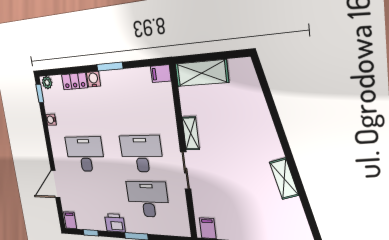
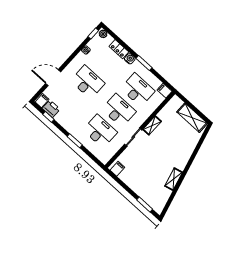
shelving: (202, 73) -> (192, 118), moved
desk: (135, 107) -> (138, 90), added
printer: (115, 223) -> (51, 109), moved

